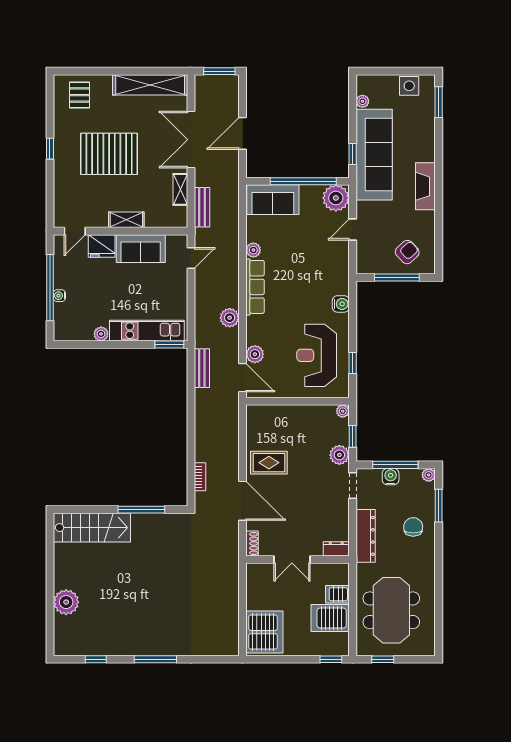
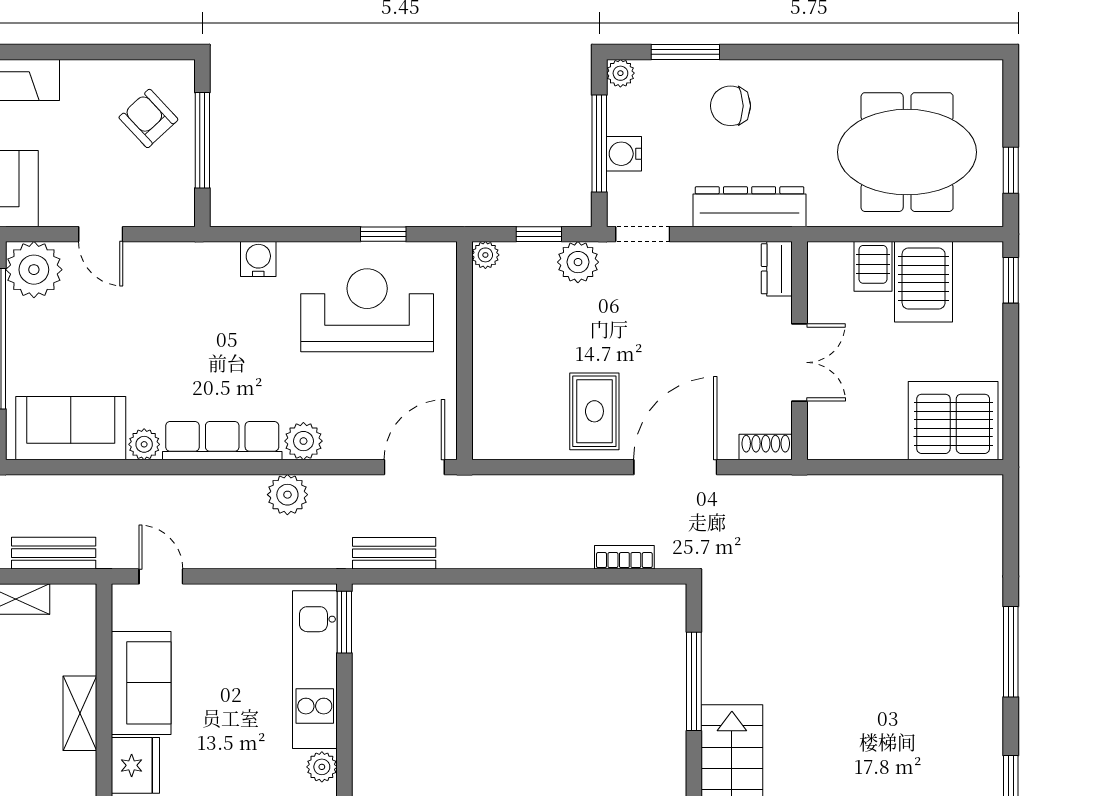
sofa: (273, 200) -> (71, 428), moved, turned -90
plant: (255, 354) -> (303, 441), moved
reception desk: (317, 355) -> (367, 310), turned 180

